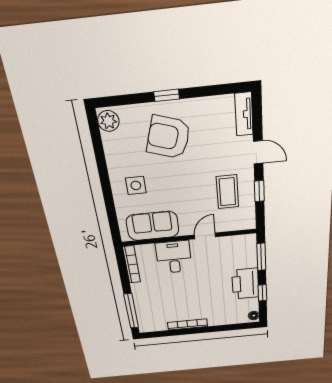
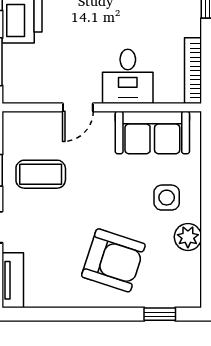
window: (167, 95) -> (160, 314), moved
plant: (108, 121) -> (188, 237), moved
coffee table: (227, 192) -> (41, 174), turned 90

